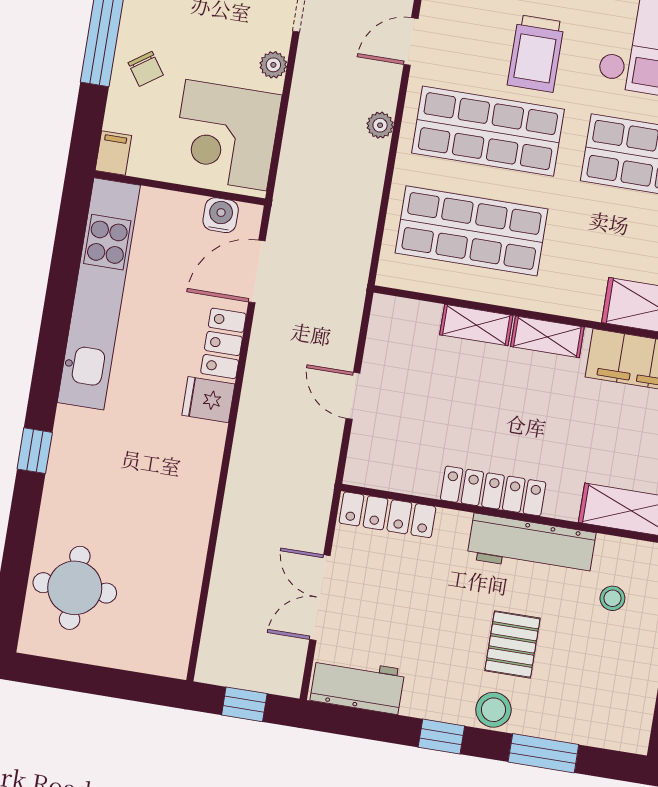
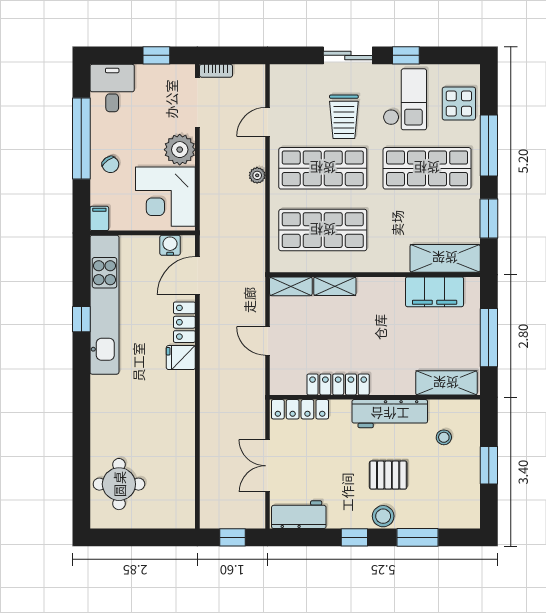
plant: (273, 65) -> (180, 150), width x1.88, depth x1.88
shelving: (547, 337) -> (291, 286), moved
window: (35, 451) -> (81, 319), moved
locker: (493, 491) -> (338, 384), moved
pallet: (512, 644) -> (388, 475), turned 90

